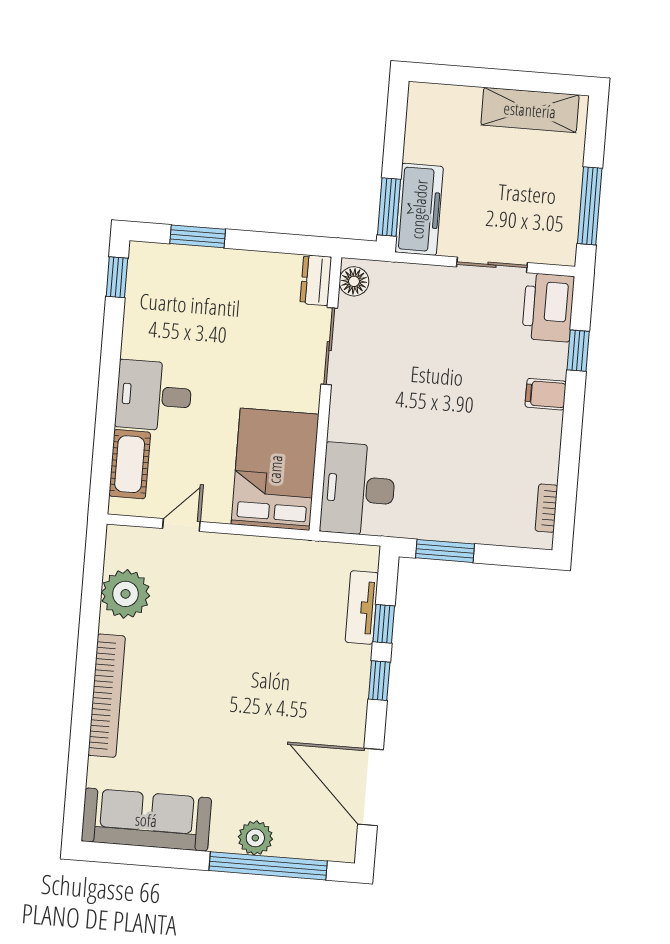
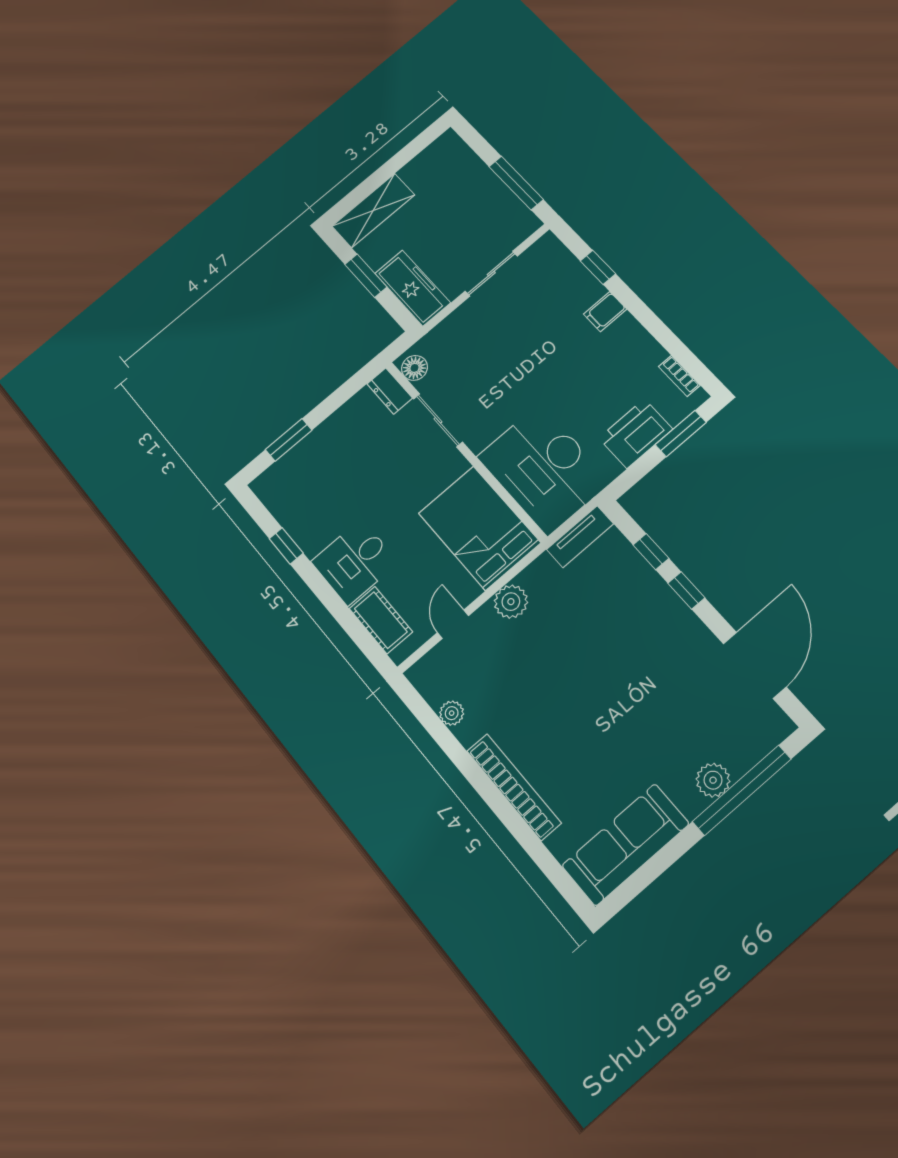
shelving: (530, 110) -> (373, 211), moved
window: (389, 207) -> (366, 276), moved
window: (117, 277) -> (286, 546), moved
printer: (548, 307) -> (636, 434), moved, turned 90
desk: (358, 489) -> (544, 469), width x1.36, depth x1.30
window: (445, 551) -> (681, 434), moved
plant: (242, 553) -> (511, 602), added
plant: (125, 594) -> (452, 713), width x0.53, depth x0.53
tv unit: (362, 607) -> (580, 537), moved, turned -90
door: (371, 787) -> (755, 665), swing flipped

